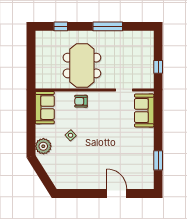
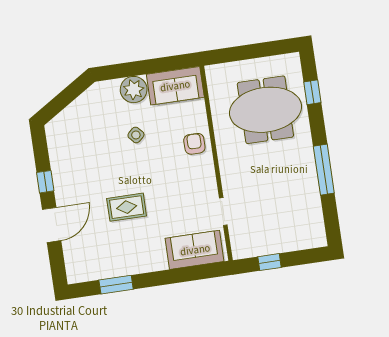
meeting table: (82, 65) -> (265, 110), moved
plant: (43, 146) -> (134, 90), moved
rug: (113, 147) -> (127, 207), added
window: (90, 194) -> (45, 182), added

